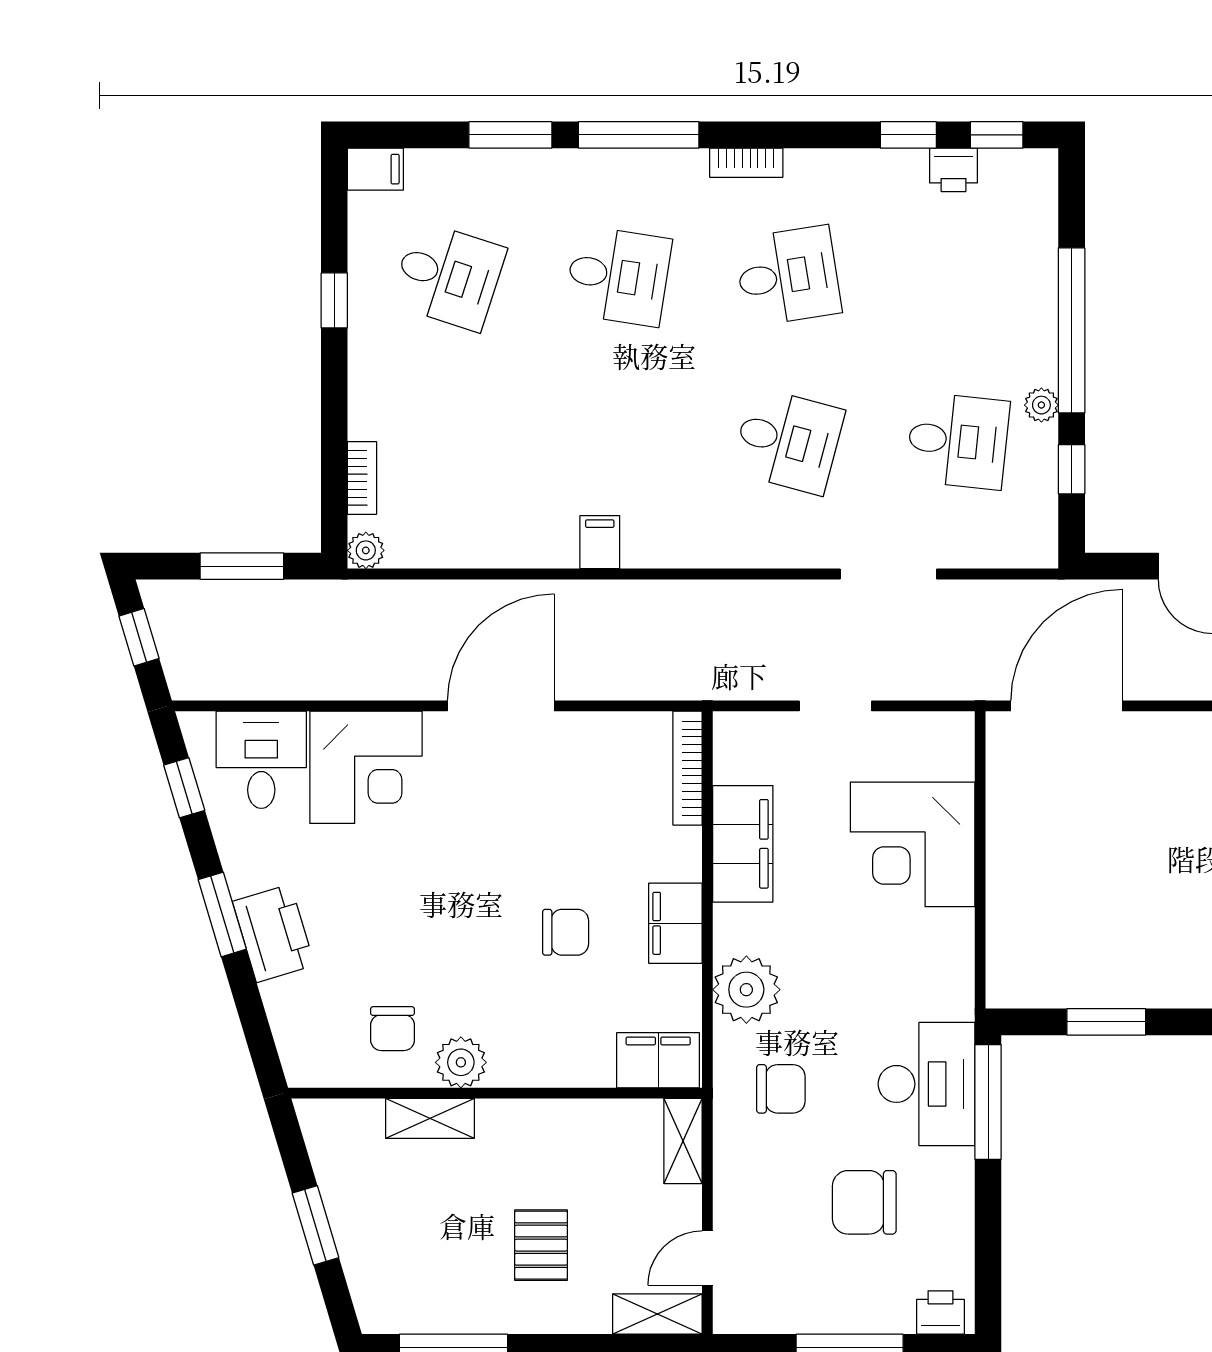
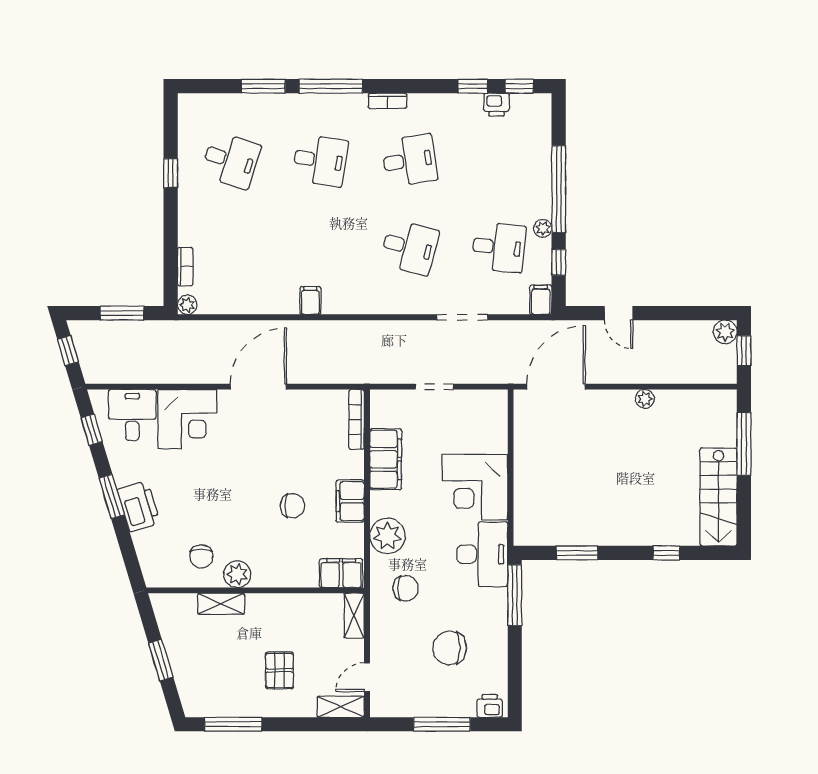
filing cabinet: (375, 169) -> (541, 300), moved, turned -90
corner desk: (913, 844) -> (475, 487), moved
desk: (926, 1084) -> (482, 554), moved

